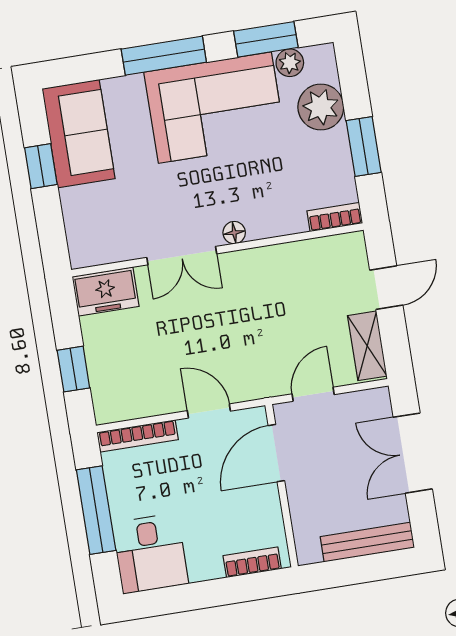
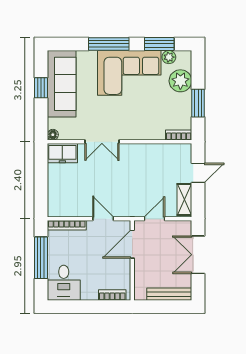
sofa: (78, 134) -> (62, 84), width x1.36
floor lamp: (234, 233) -> (53, 135), moved
window: (73, 369) -> (41, 188), removed

